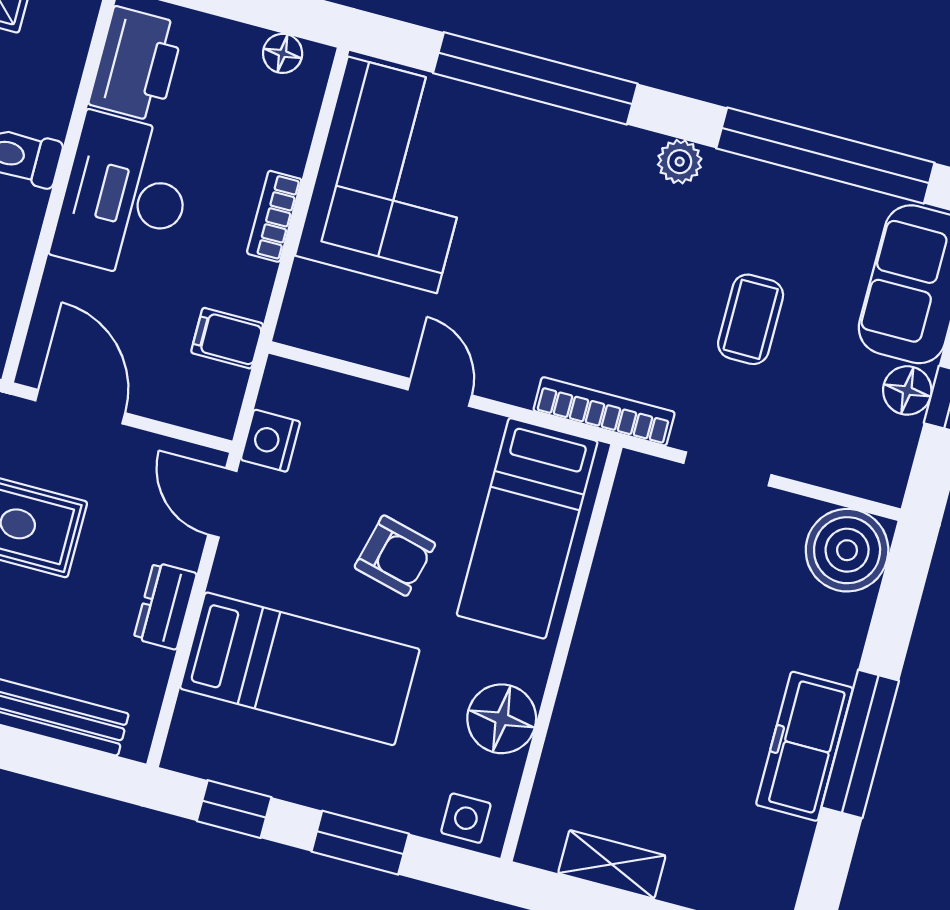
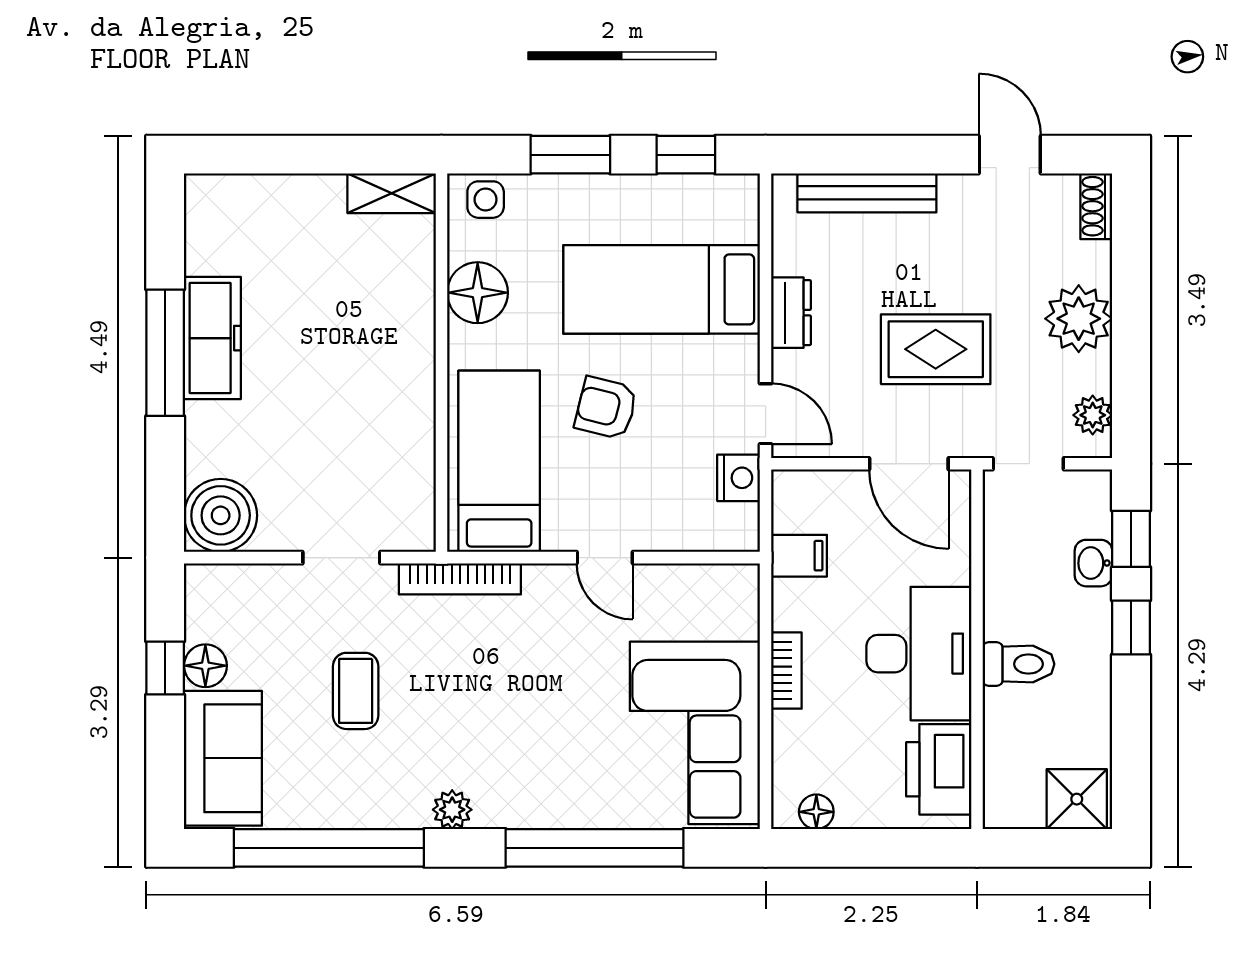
shelving: (612, 864) -> (392, 193), moved

